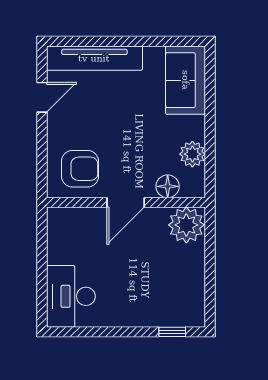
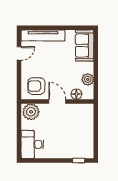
armchair: (80, 169) -> (36, 86), turned 180
door: (126, 202) -> (57, 101), swing flipped
plant: (186, 225) -> (31, 112), moved

